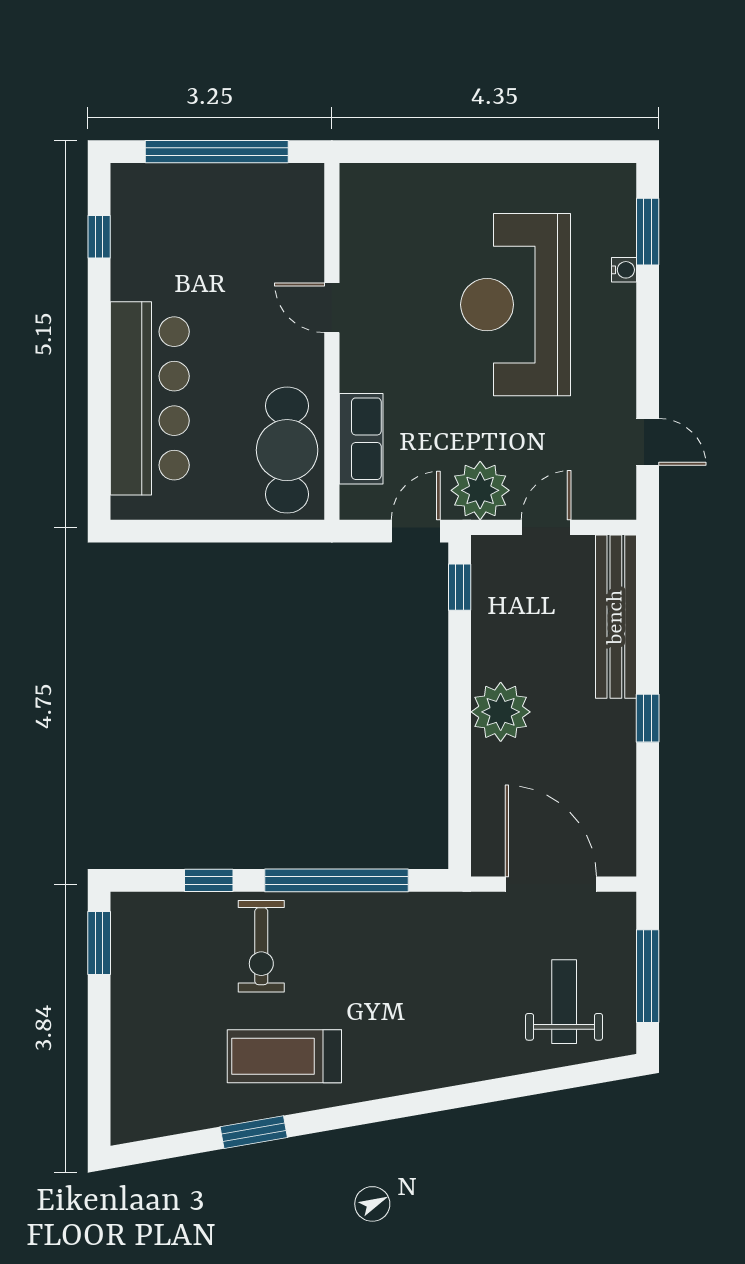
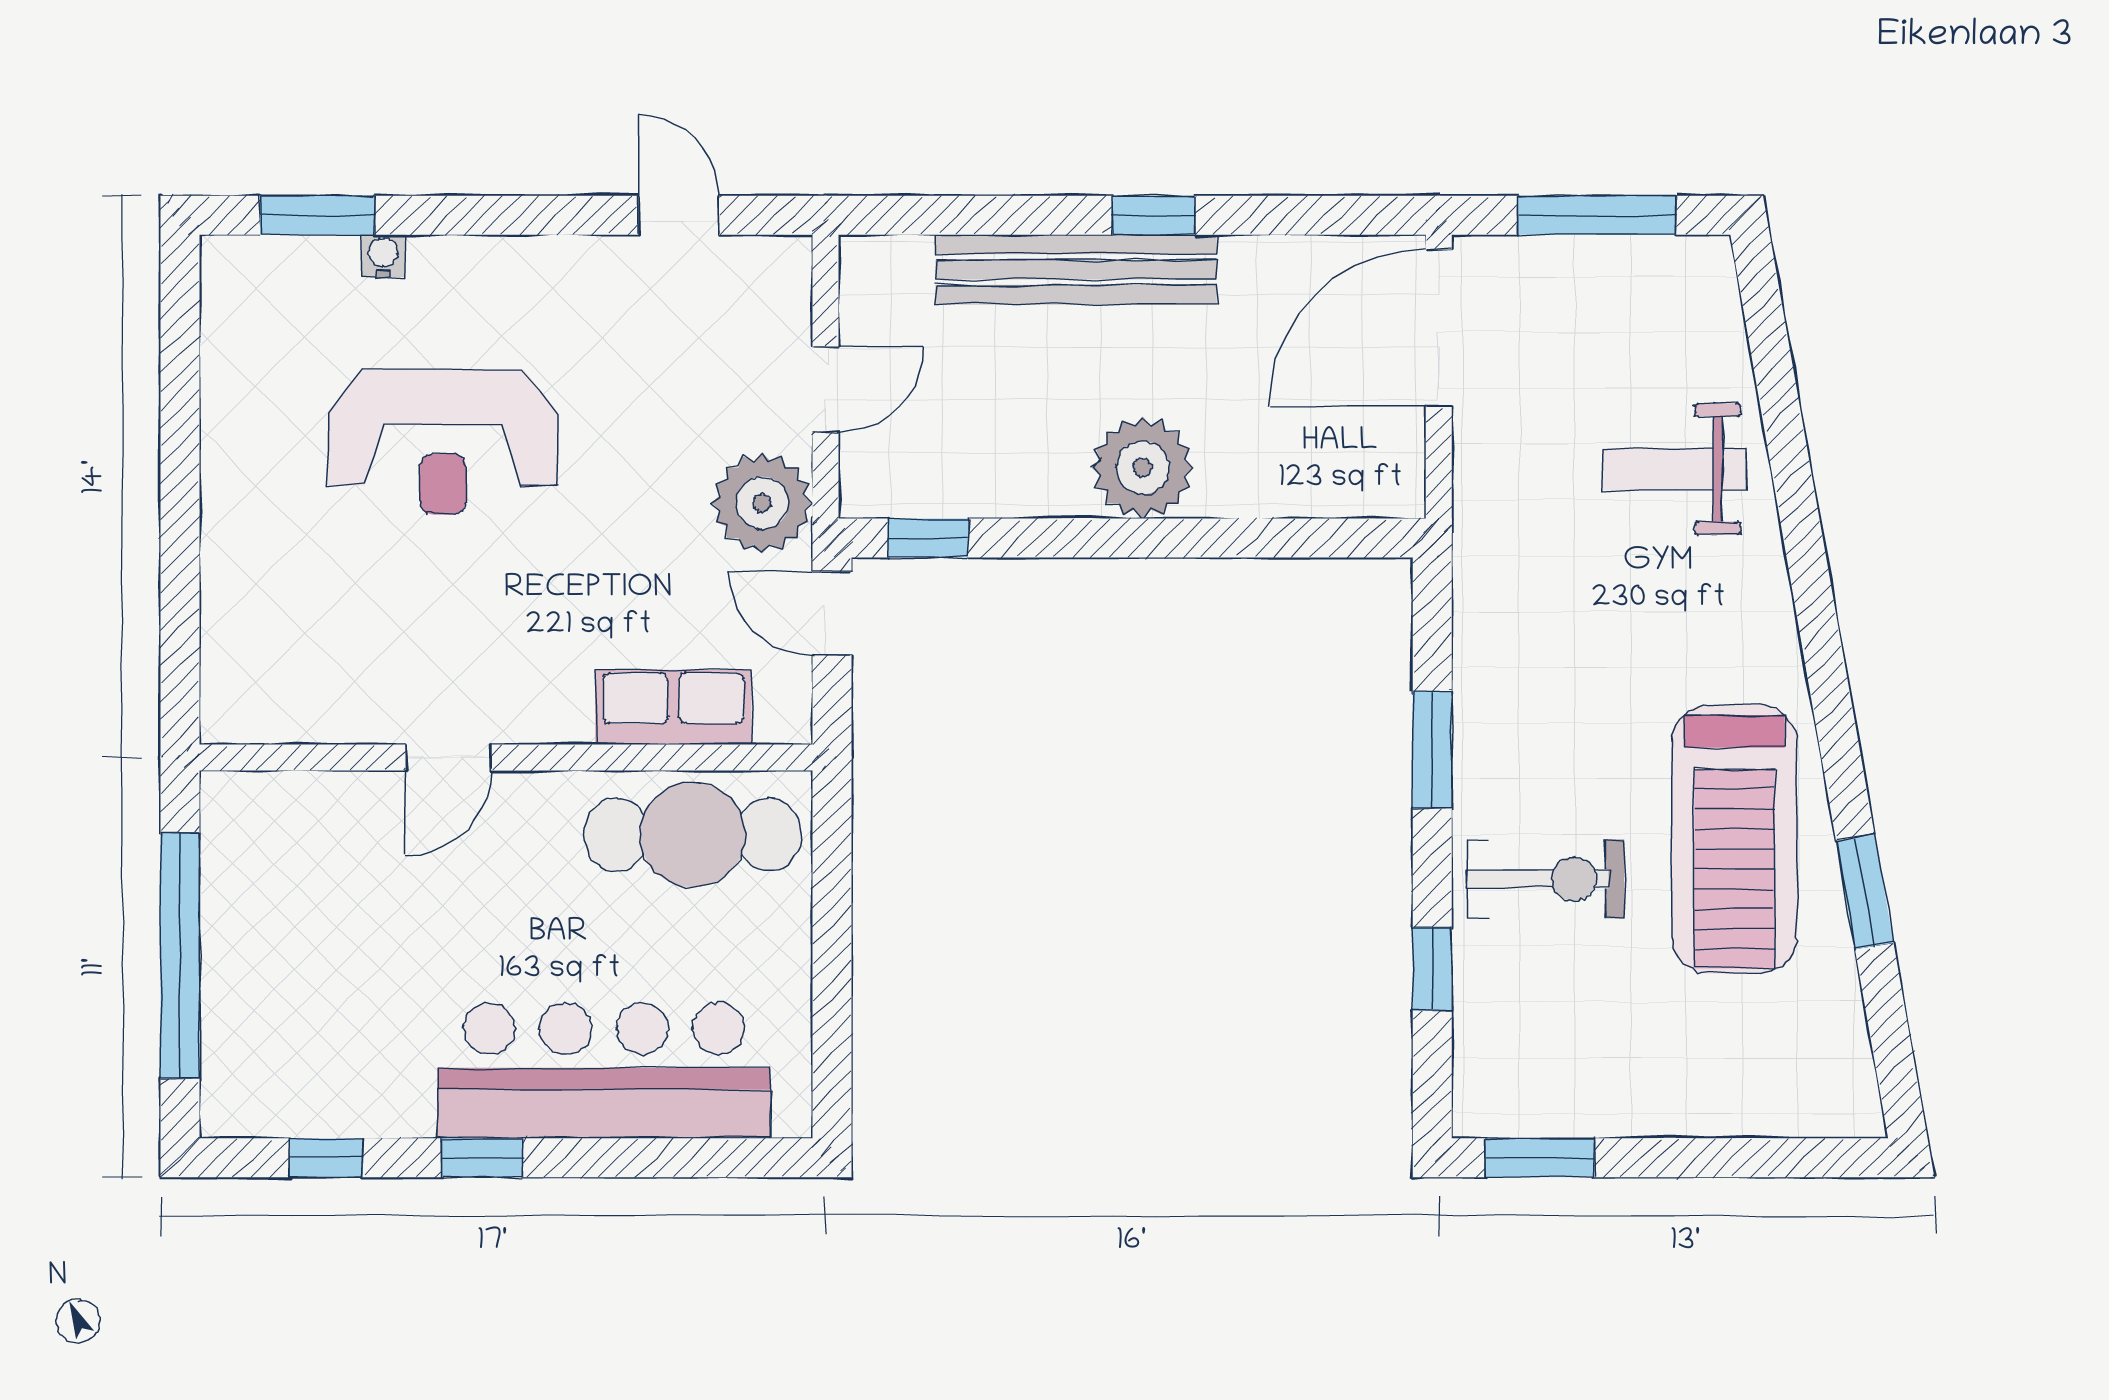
reception desk: (516, 305) -> (443, 442), width x0.74, depth x0.77
window: (99, 328) -> (483, 1158), added
door: (648, 442) -> (679, 215), hinge flipped
door: (546, 527) -> (825, 390), swing flipped
bench: (616, 617) -> (1076, 270), moved
window: (337, 880) -> (1432, 750), width x0.47
door: (551, 884) -> (1439, 328), moved
weight bench: (564, 1002) -> (1674, 469), moved
treadmill: (284, 1056) -> (1734, 839), width x1.37, depth x1.38

